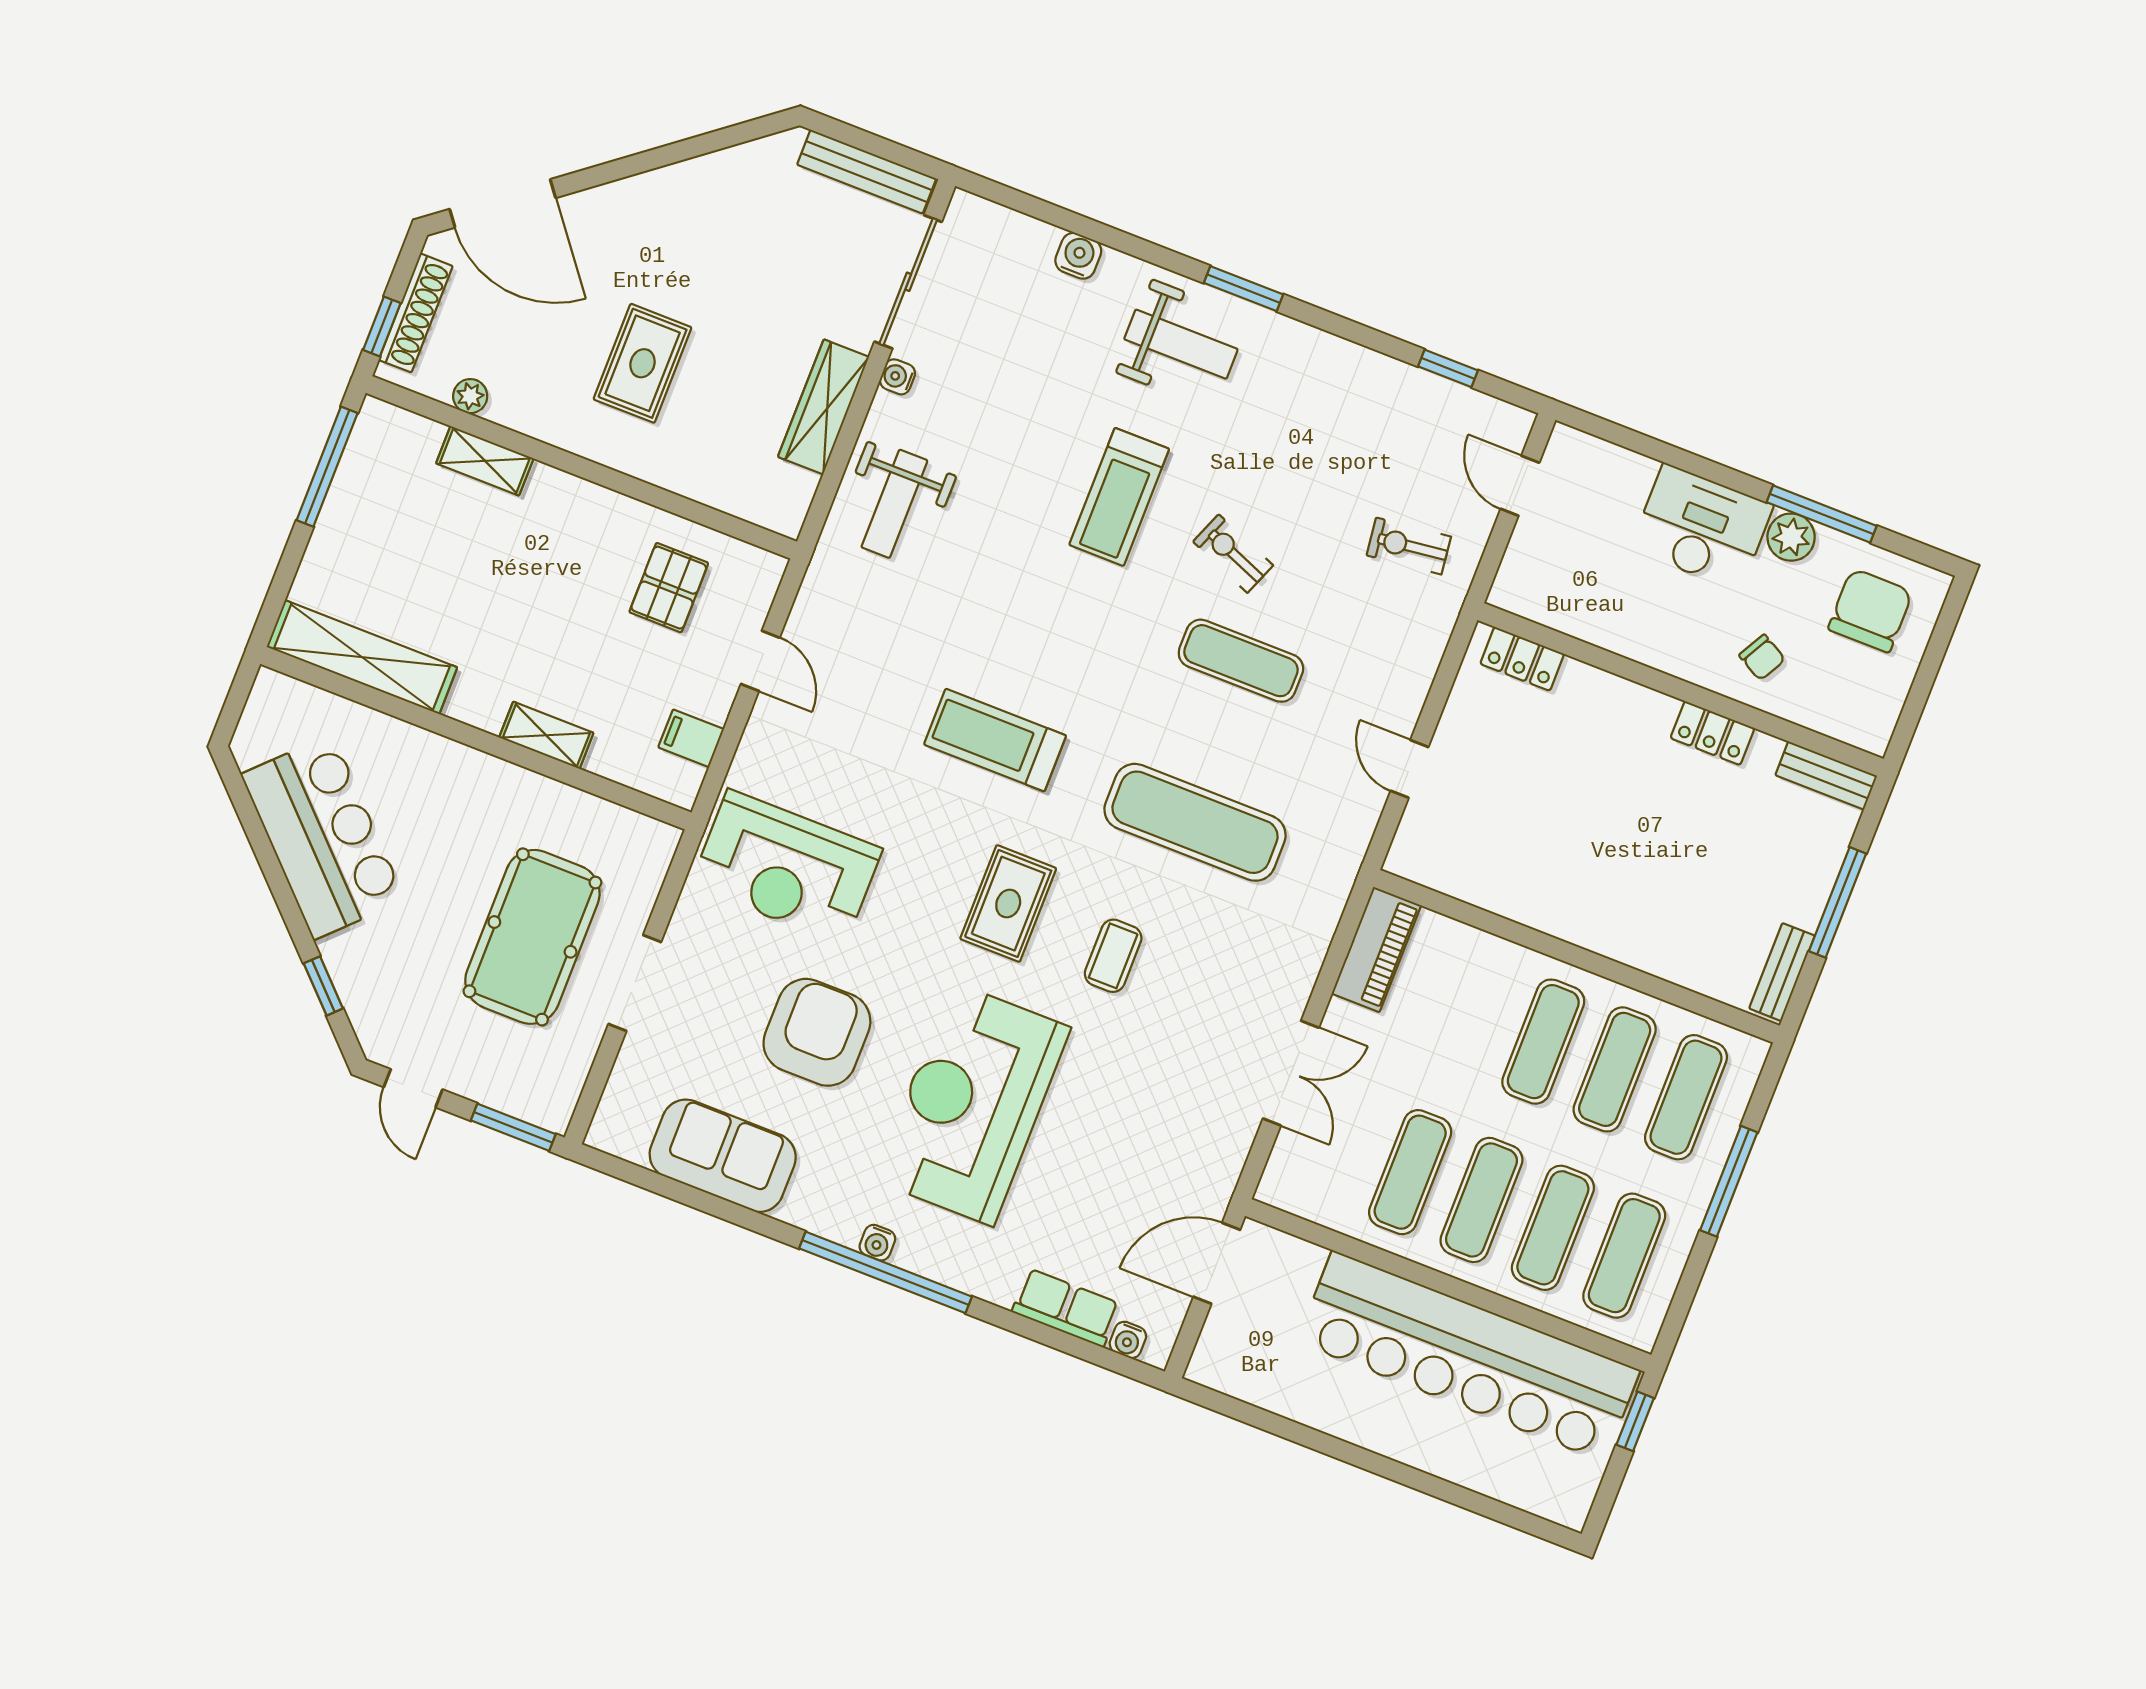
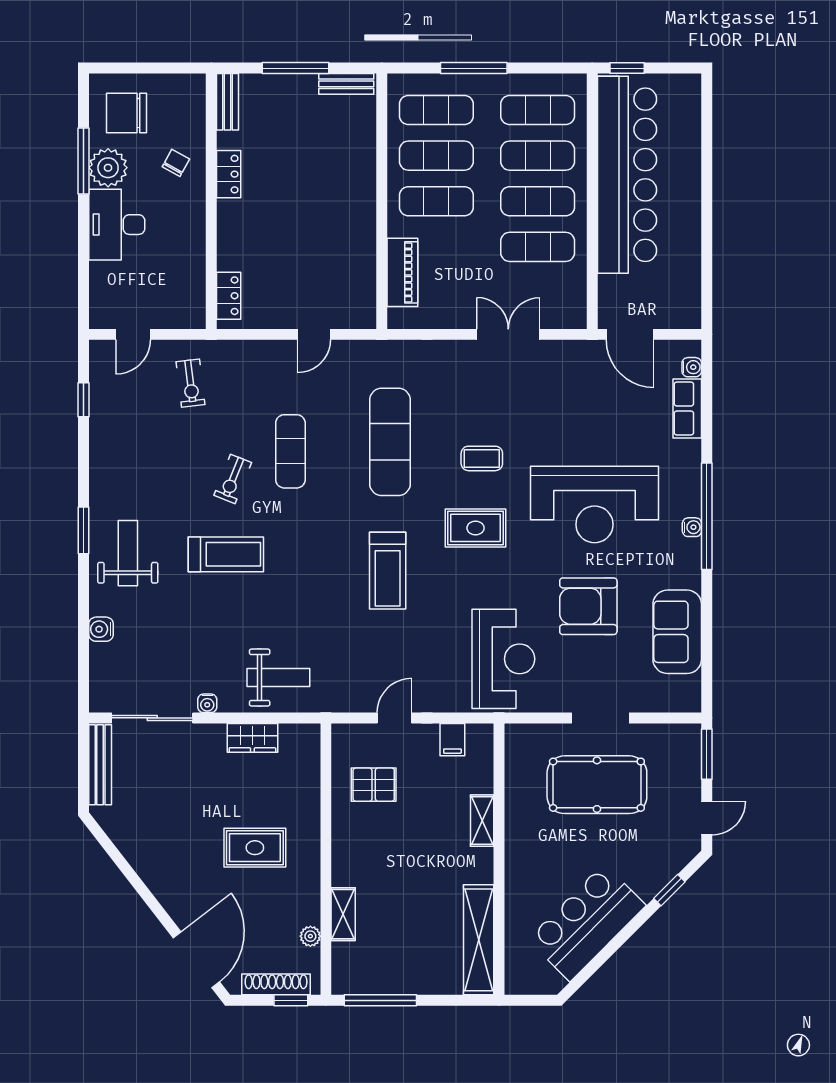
wardrobe: (824, 407) -> (252, 738), width x0.67
plant: (1791, 537) -> (108, 168), width x1.36, depth x1.36
piano: (1376, 949) -> (402, 272), moved, turned 90

